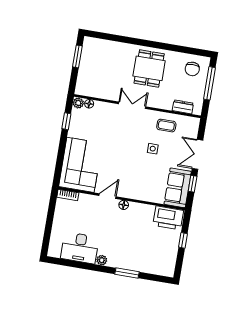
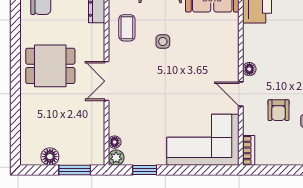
window: (77, 56) -> (75, 170), moved
floor lamp: (87, 58) -> (50, 157), added
armchair: (92, 220) -> (278, 110), added

